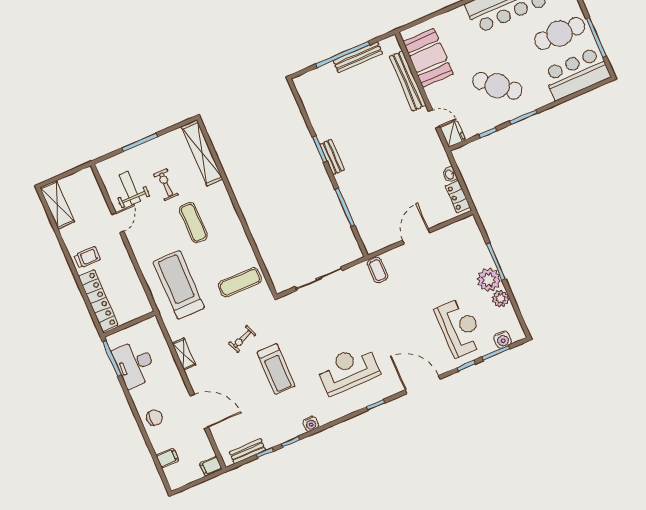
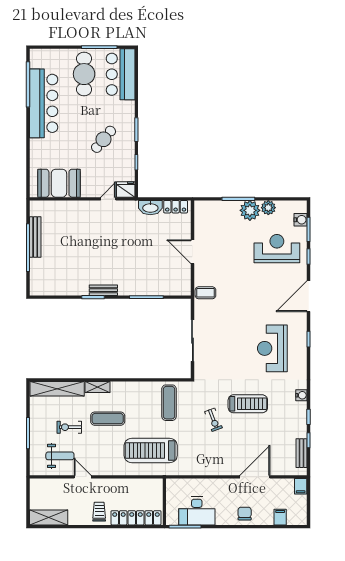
bench: (408, 81) -> (70, 207), removed
cafe table: (497, 86) -> (104, 139), width x0.73, depth x0.74
washbasin: (450, 174) -> (150, 208), width x1.91, depth x1.45
weight bench: (130, 188) -> (60, 456), turned 180
shelving: (184, 354) -> (98, 387), moved

